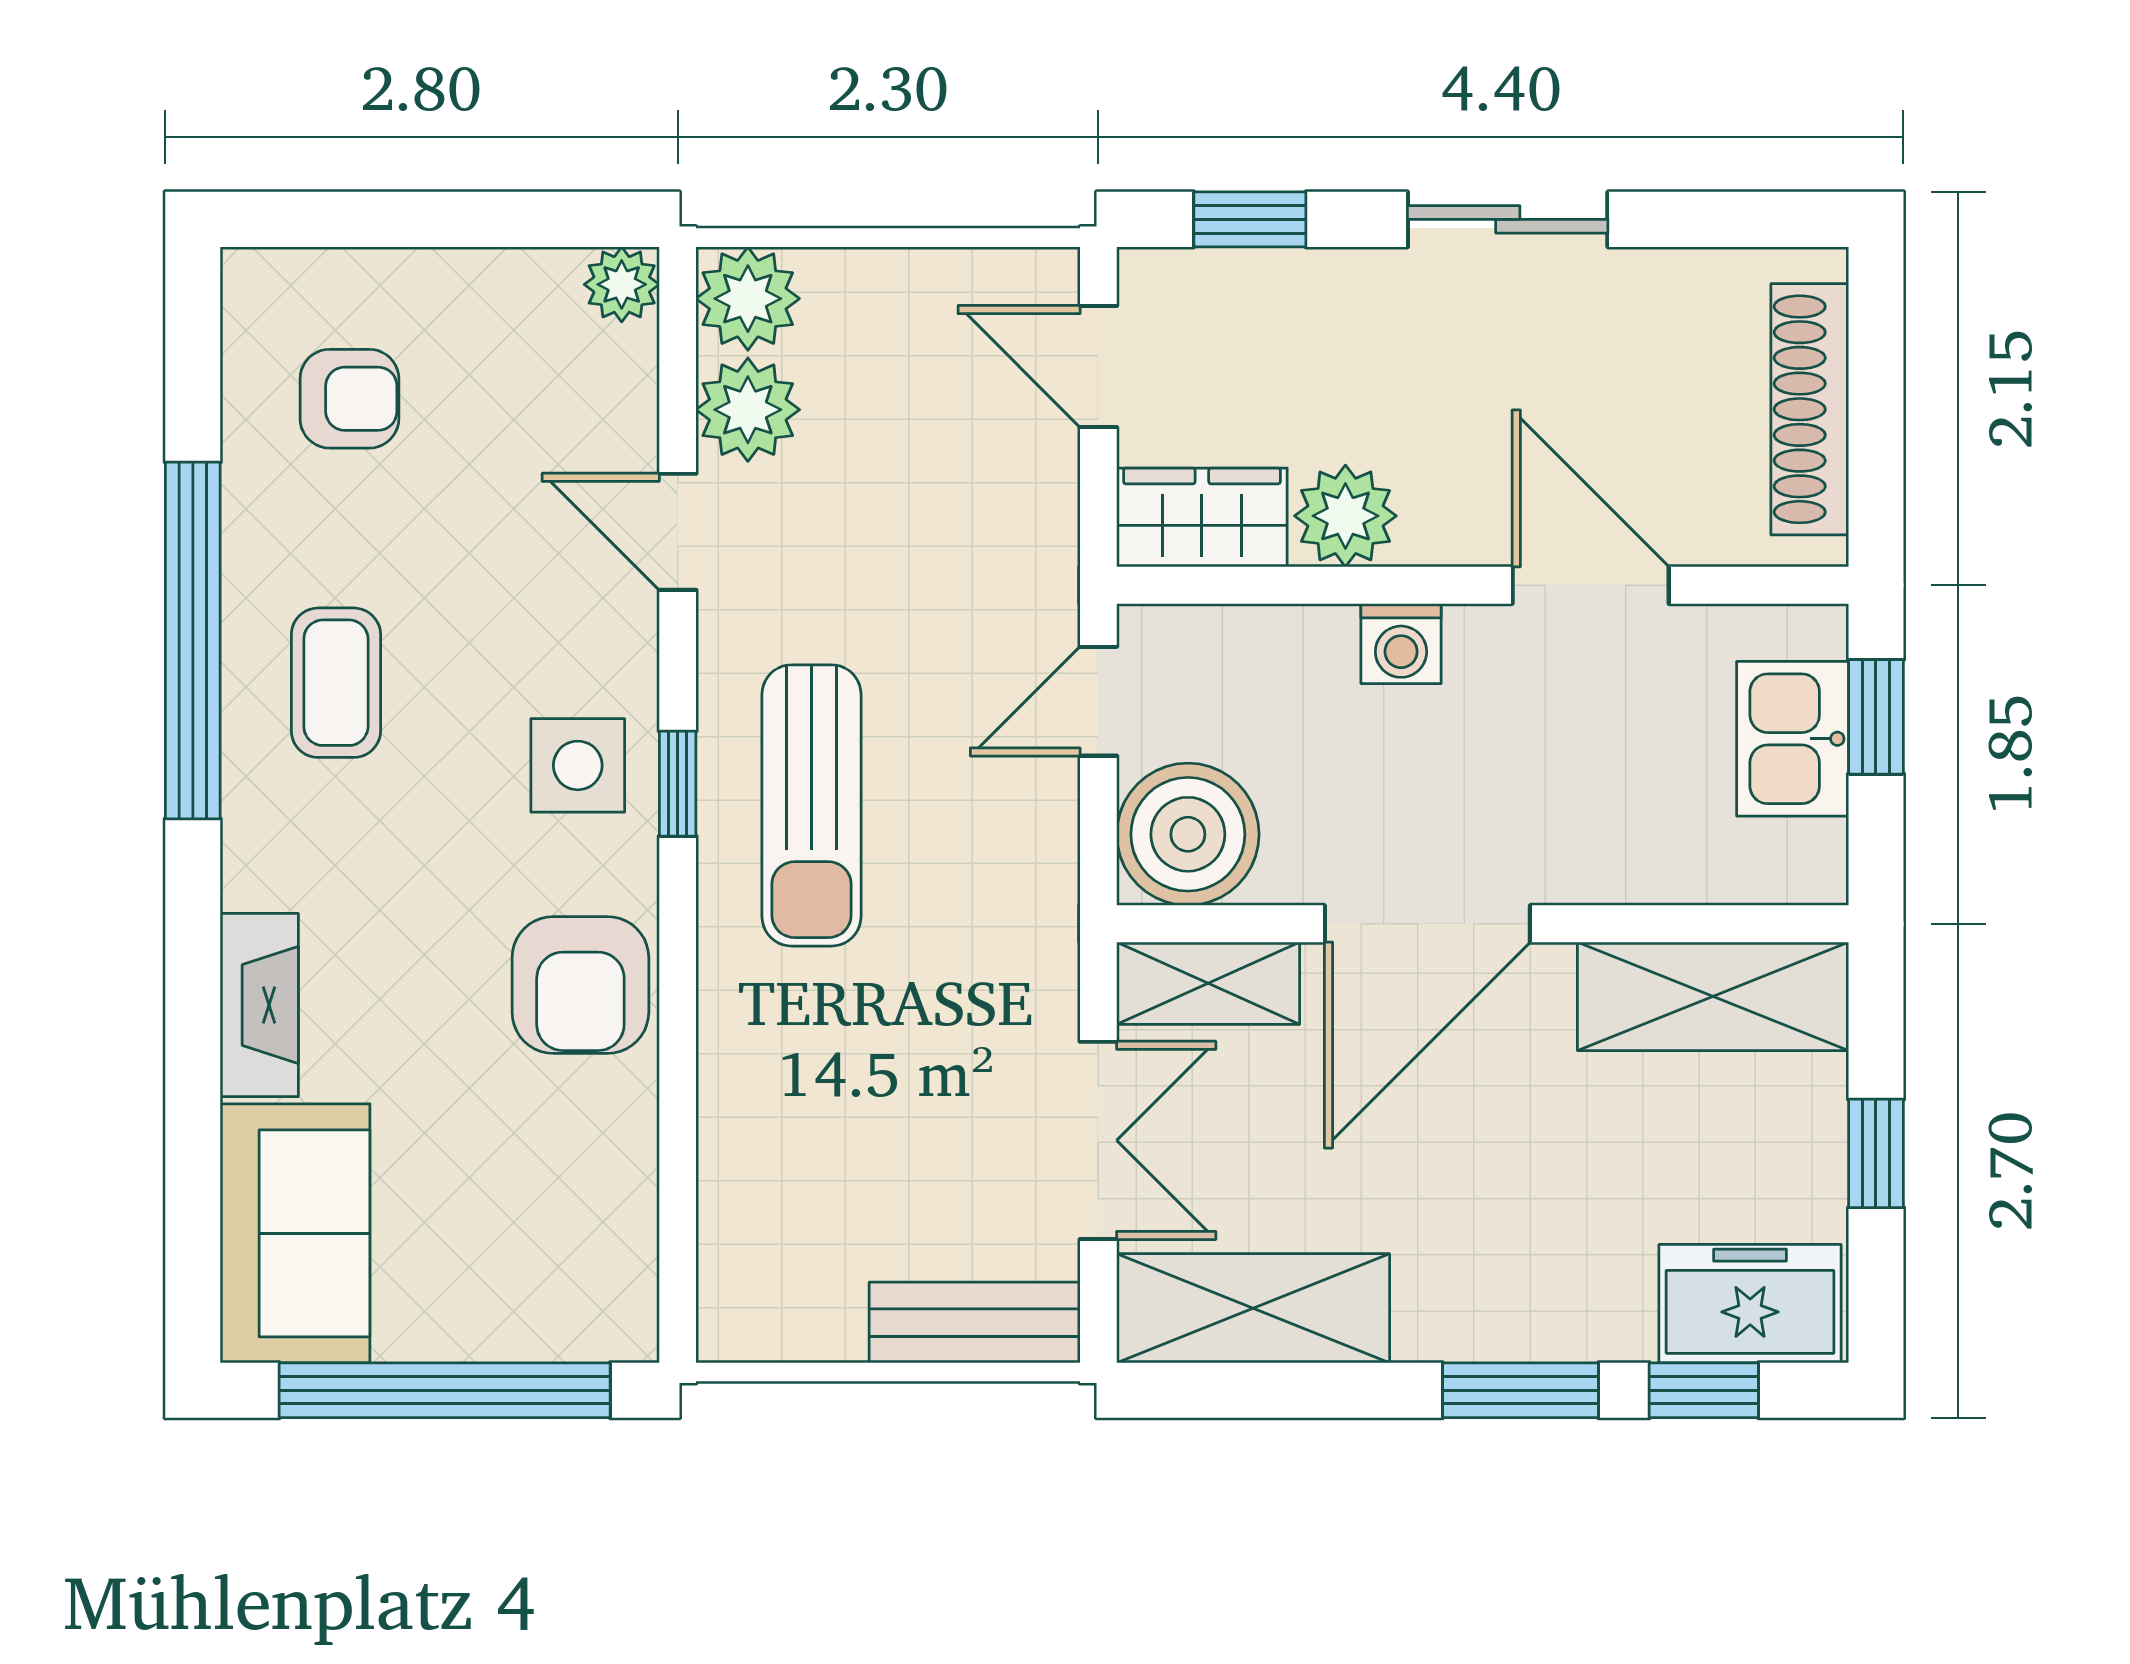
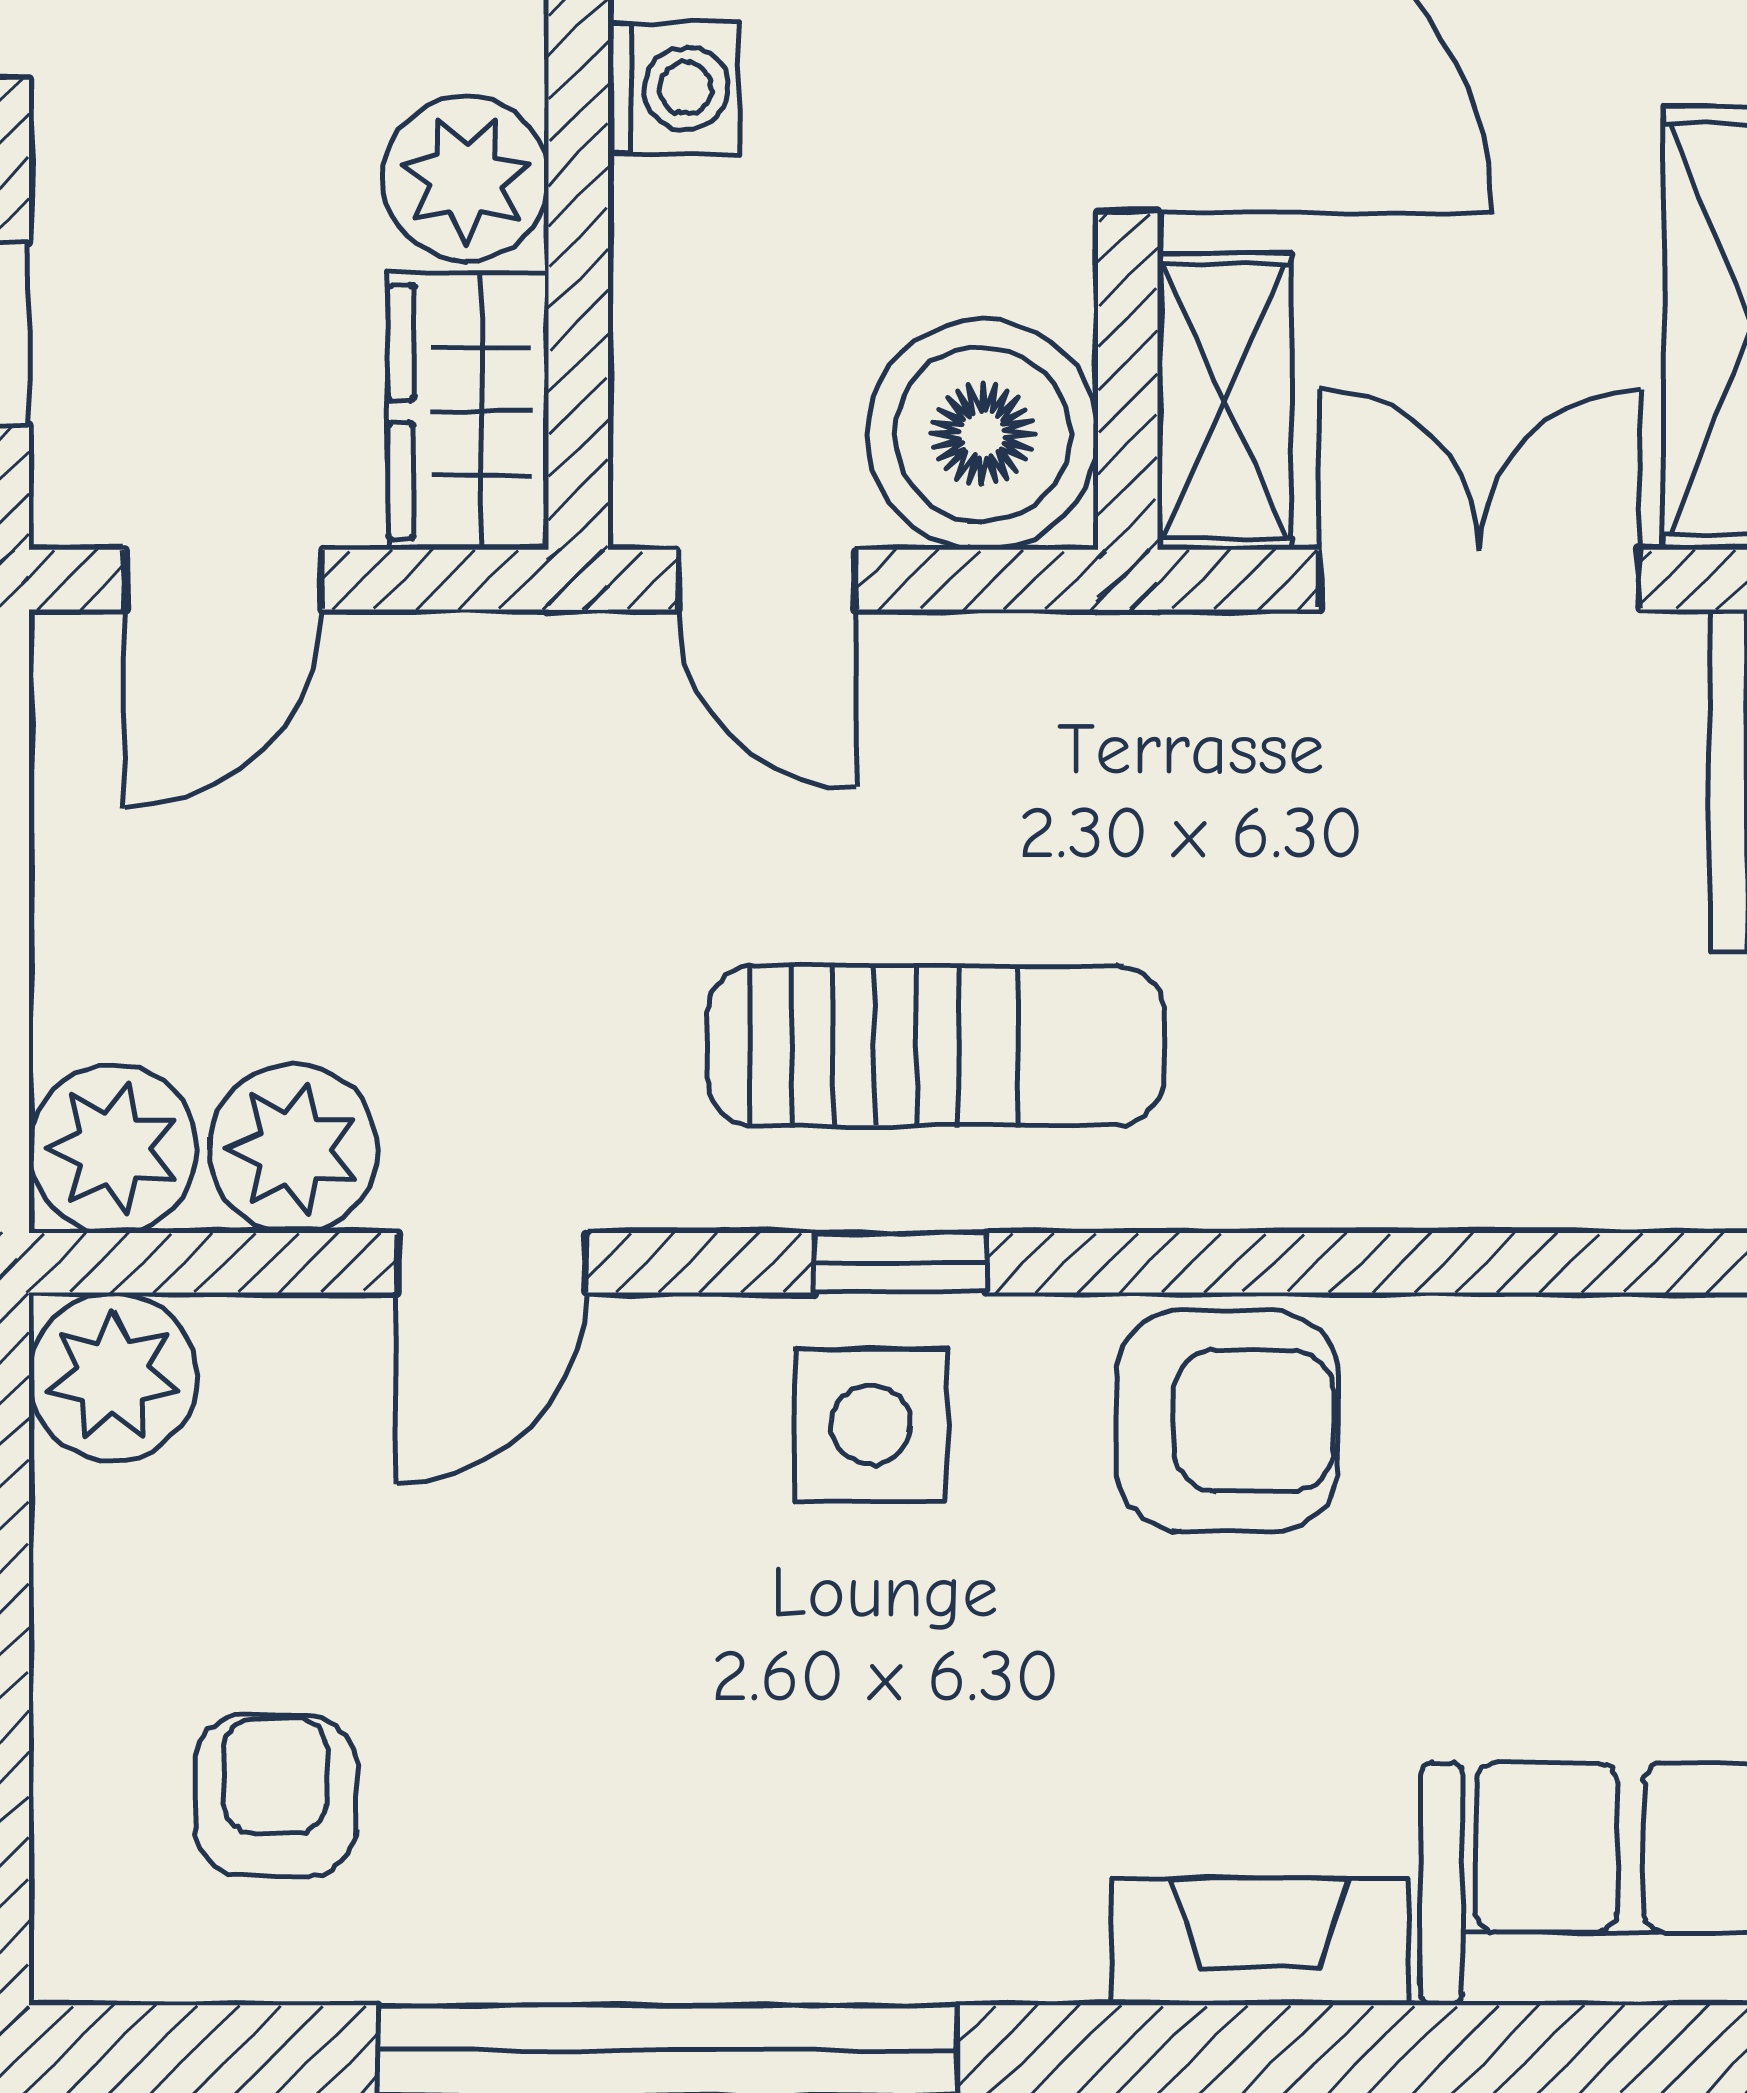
plant: (622, 284) -> (113, 1377), width x1.38, depth x1.38
coffee table: (336, 683) -> (737, 1818), removed

